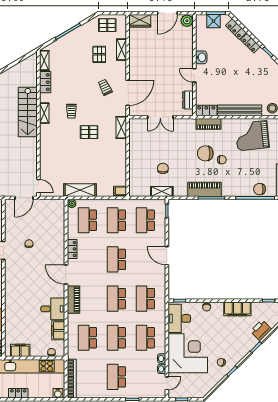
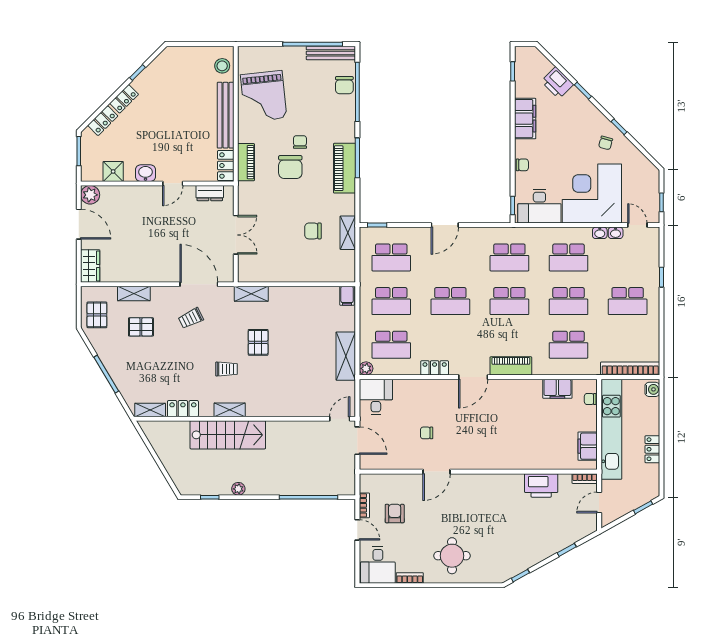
shower: (214, 21) -> (113, 171), moved
desk: (53, 309) -> (376, 397), moved

